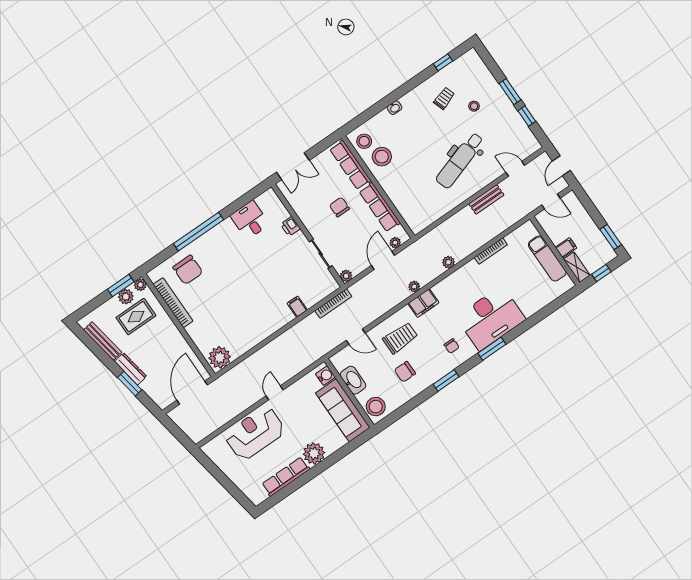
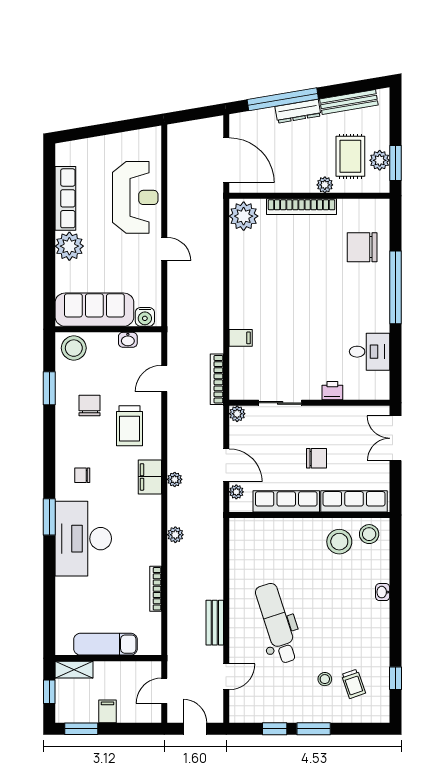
trolley: (444, 98) -> (353, 684), moved
filing cabinet: (566, 248) -> (107, 711), moved, turned 180
plant: (140, 285) -> (325, 185), moved
bookcase: (173, 303) -> (302, 207), moved
washbasin: (353, 380) -> (128, 340), width x0.52, depth x0.69
window: (446, 381) -> (49, 388), moved
window: (130, 384) -> (283, 99), width x2.11

